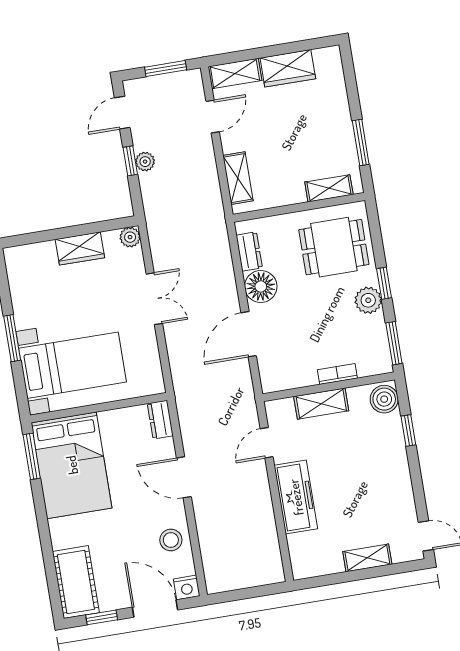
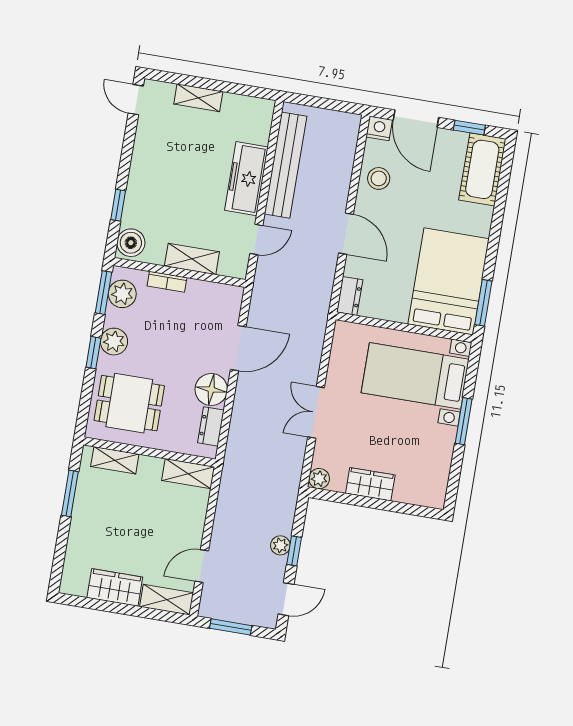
shelving: (238, 178) -> (188, 474), moved, turned 90
plant: (376, 348) -> (122, 294), added
bench: (263, 522) -> (286, 165), added

